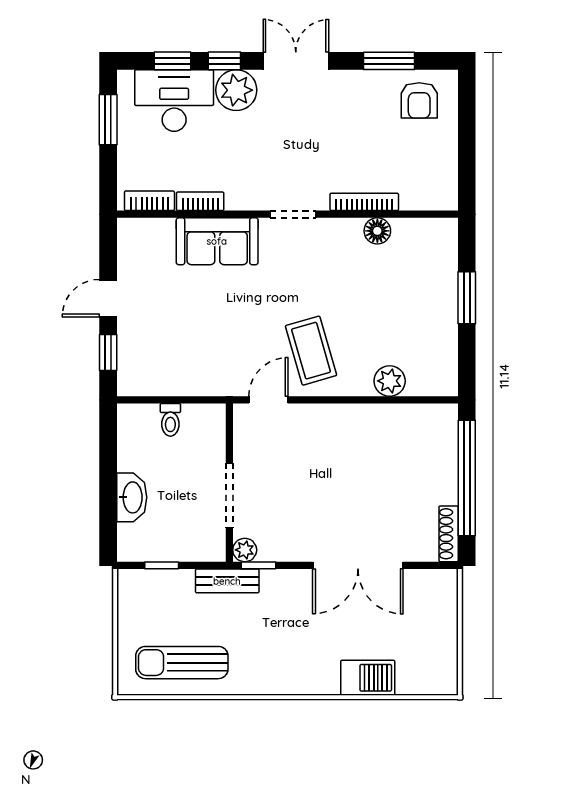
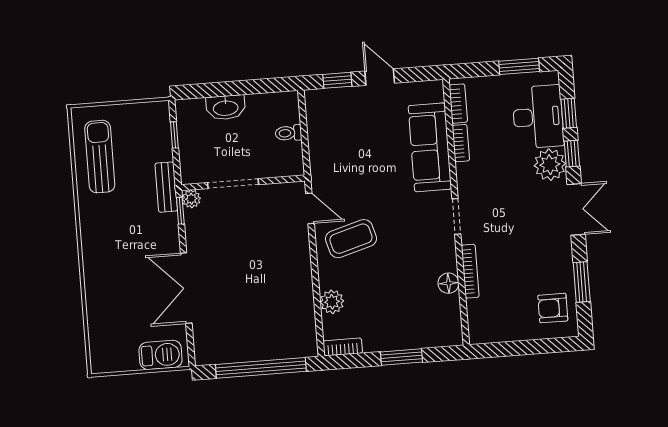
sofa: (217, 241) -> (430, 147), width x1.36
bookcase: (448, 372) -> (343, 347), added
shoe rack: (449, 534) -> (216, 357), removed
barbecue: (368, 678) -> (161, 355), moved, turned -90

